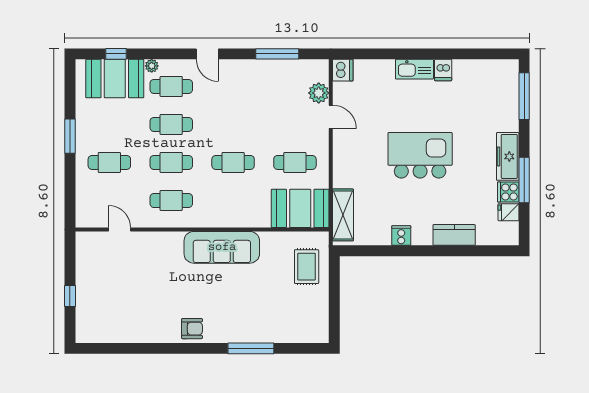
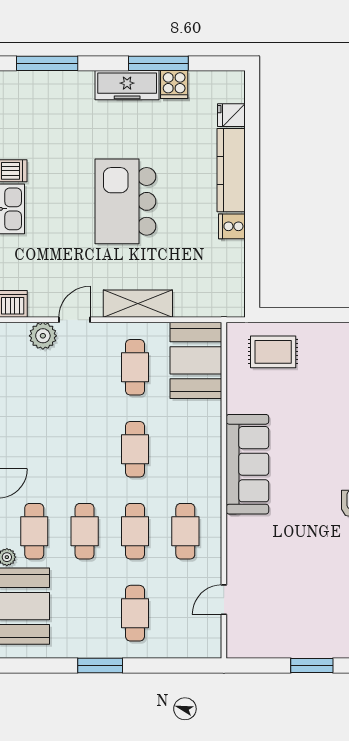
fridge: (509, 212) -> (231, 115), moved, turned 90
shelving: (343, 215) -> (138, 304), moved
kitchen counter: (454, 235) -> (231, 170), width x1.50
window: (70, 296) -> (312, 665), width x1.50

